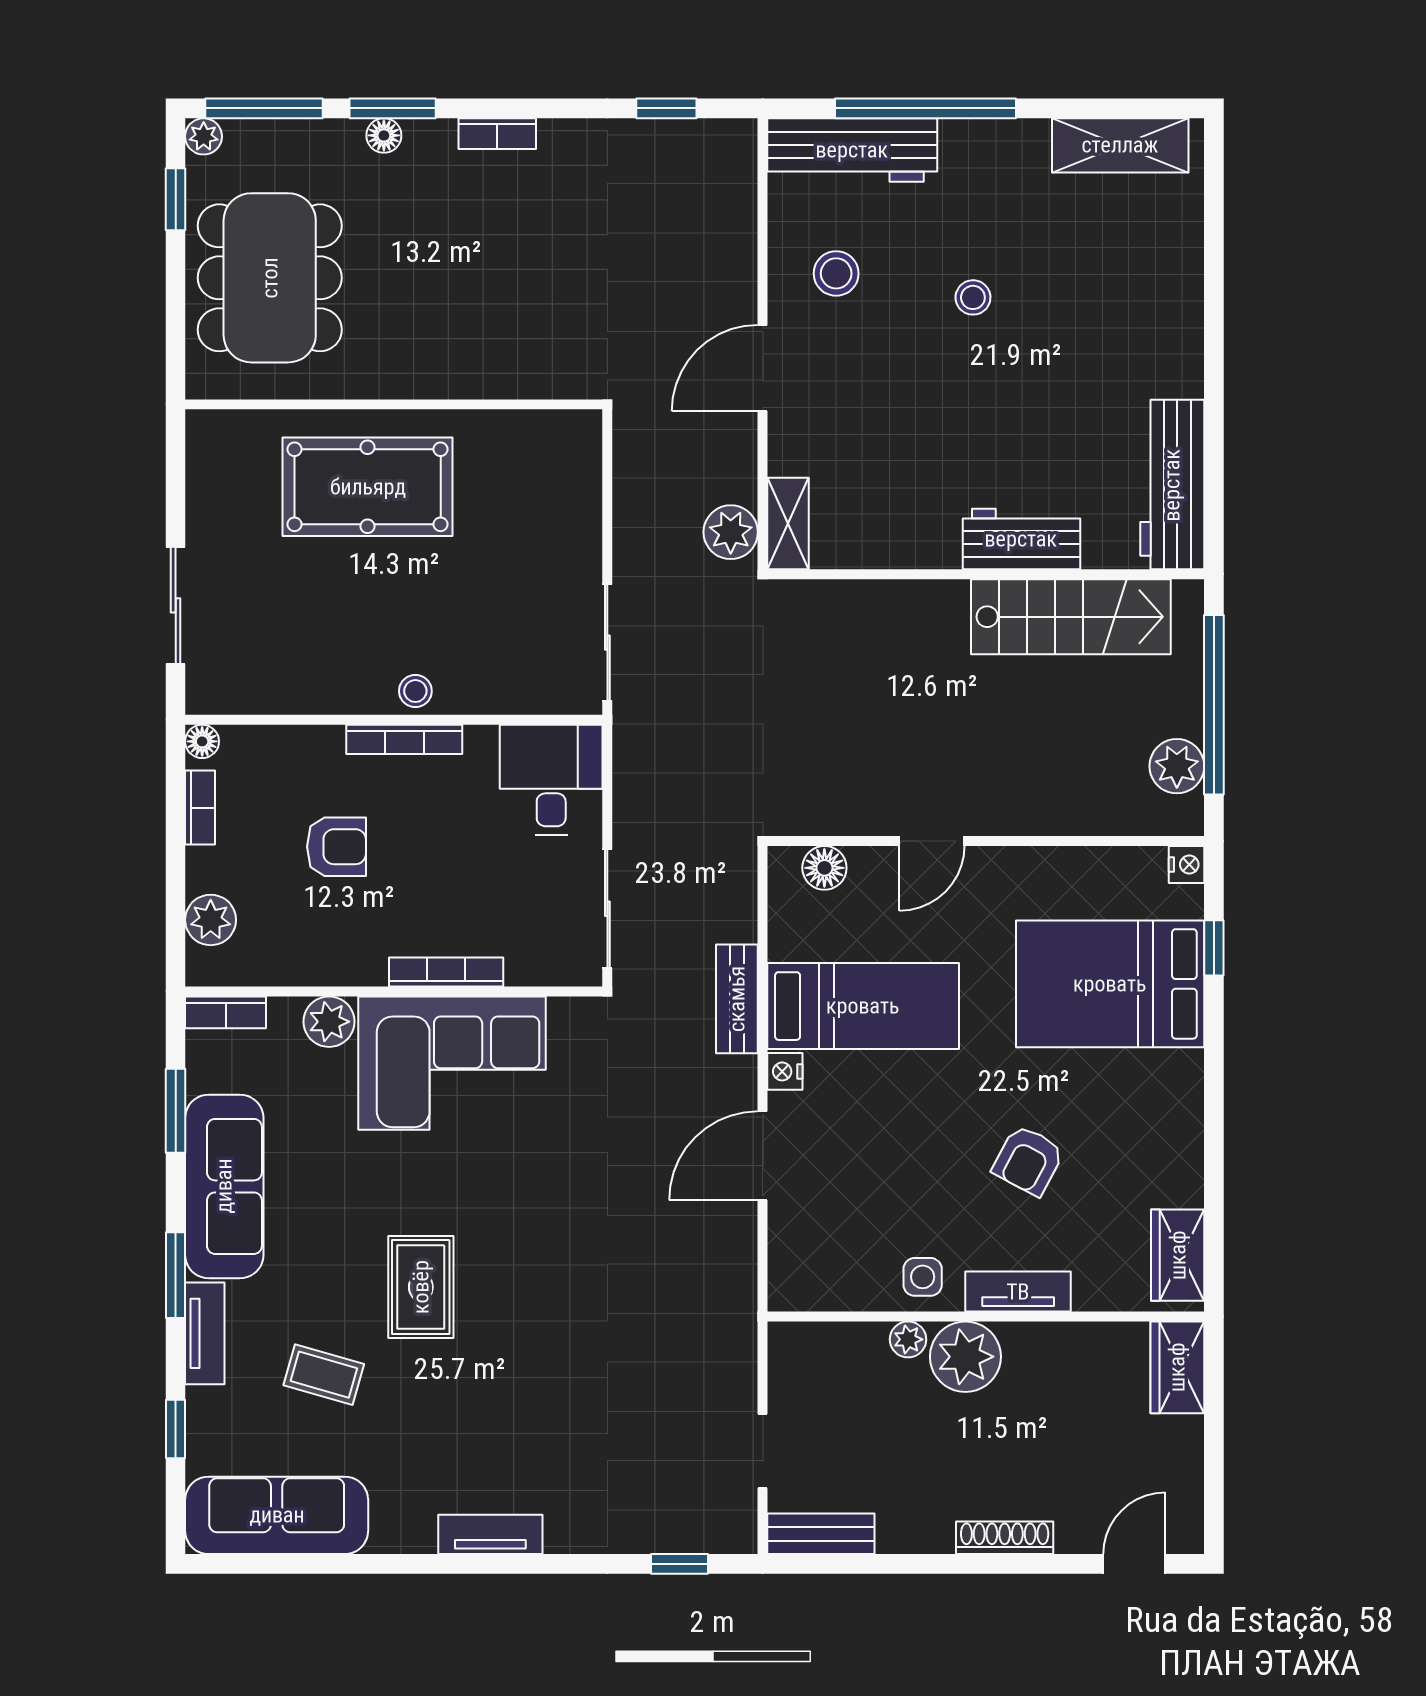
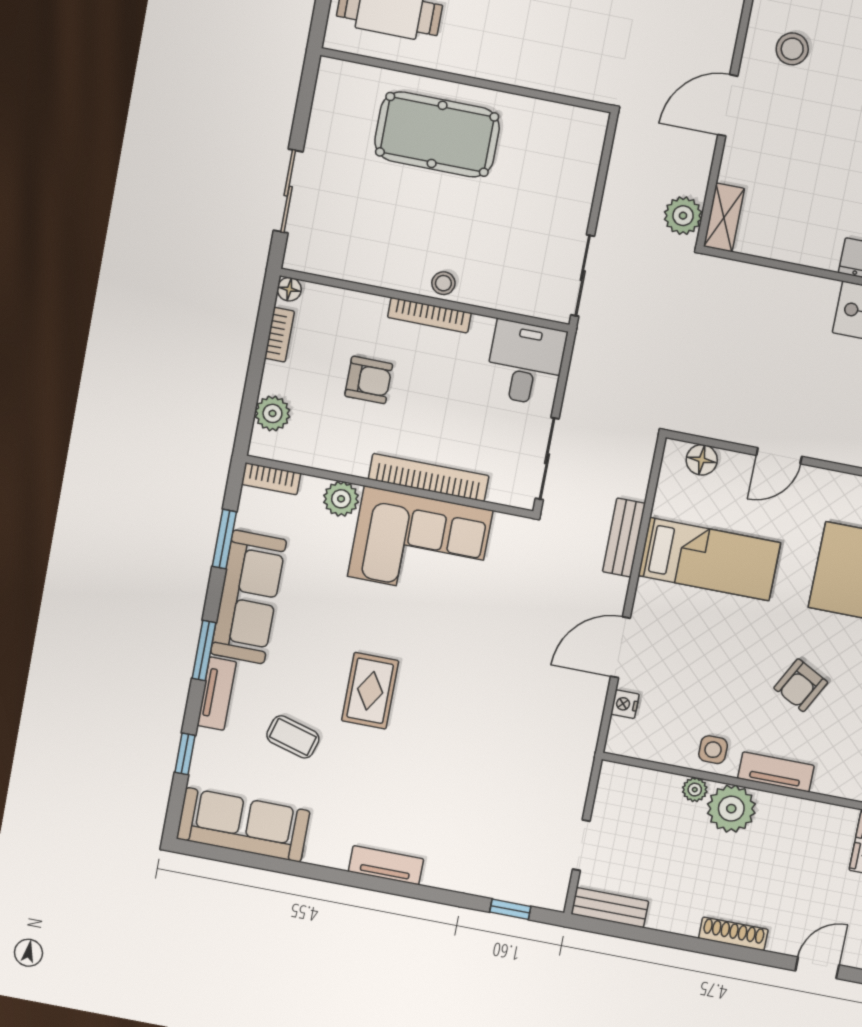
bookcase: (446, 972) -> (429, 477), width x1.48, depth x1.31
nightstand: (785, 1071) -> (625, 704), moved

